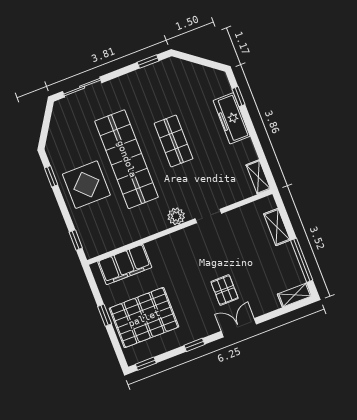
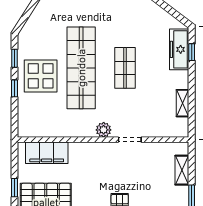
freezer: (232, 118) -> (179, 49), moved
shelving: (258, 177) -> (182, 103), moved
window: (76, 240) -> (15, 88), moved

